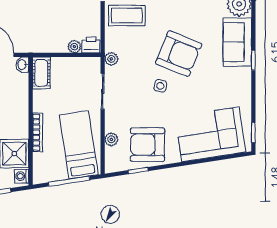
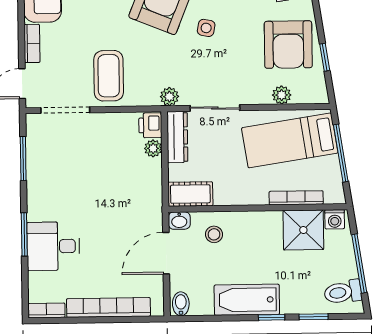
dresser: (82, 64) -> (177, 137), added
stool: (12, 89) -> (214, 234), added
bookcase: (37, 132) -> (296, 198), moved

